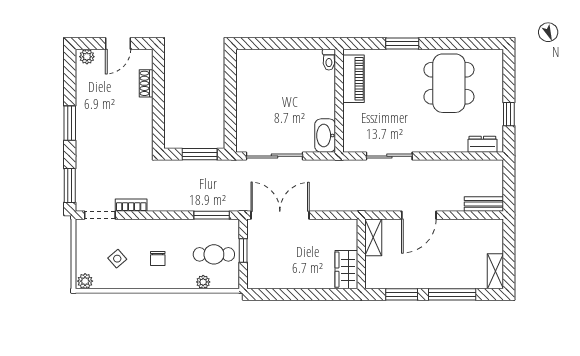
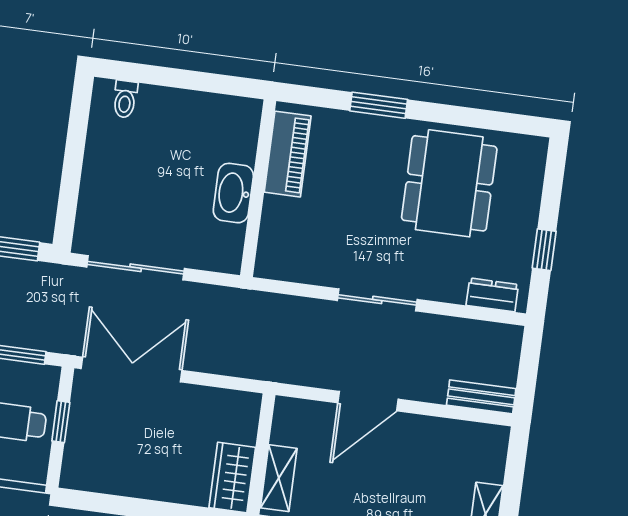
toilet: (329, 60) -> (125, 99), moved
washbasin: (325, 136) -> (233, 193), moved
sliding door: (389, 156) -> (377, 300), moved
shelving: (373, 237) -> (279, 478), moved

